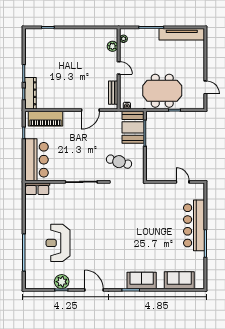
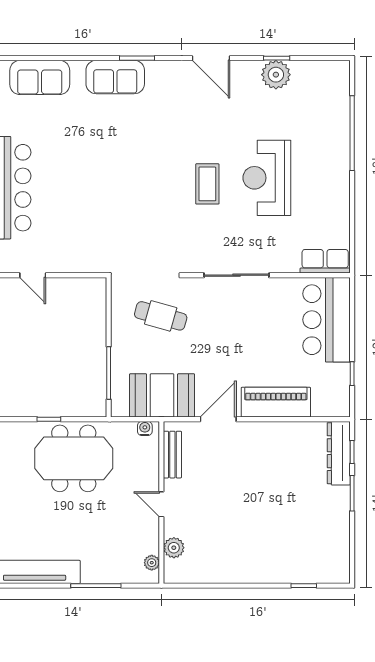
piano: (45, 119) -> (276, 402), moved
booth: (133, 127) -> (162, 395), moved, turned 90
coffee table: (96, 227) -> (207, 184), added
reception desk: (58, 243) -> (267, 178), moved, turned 180

